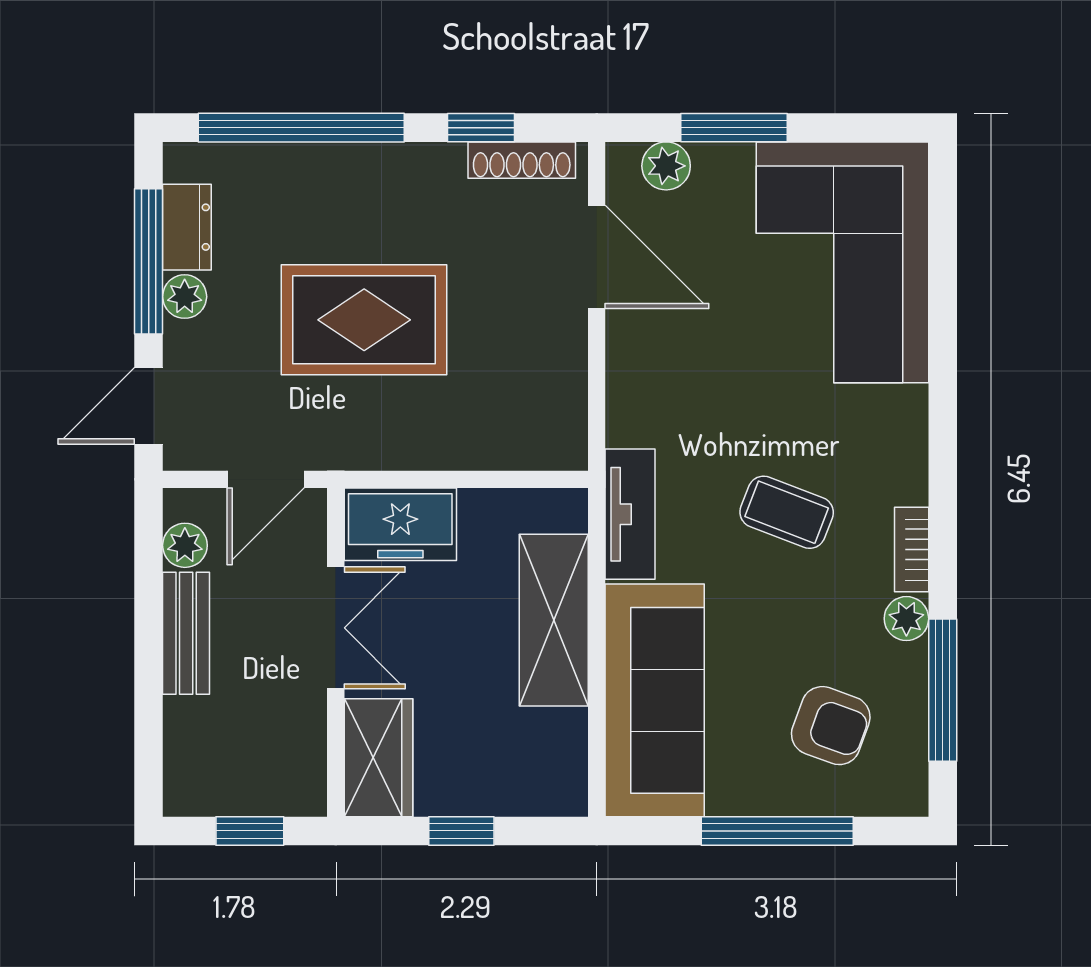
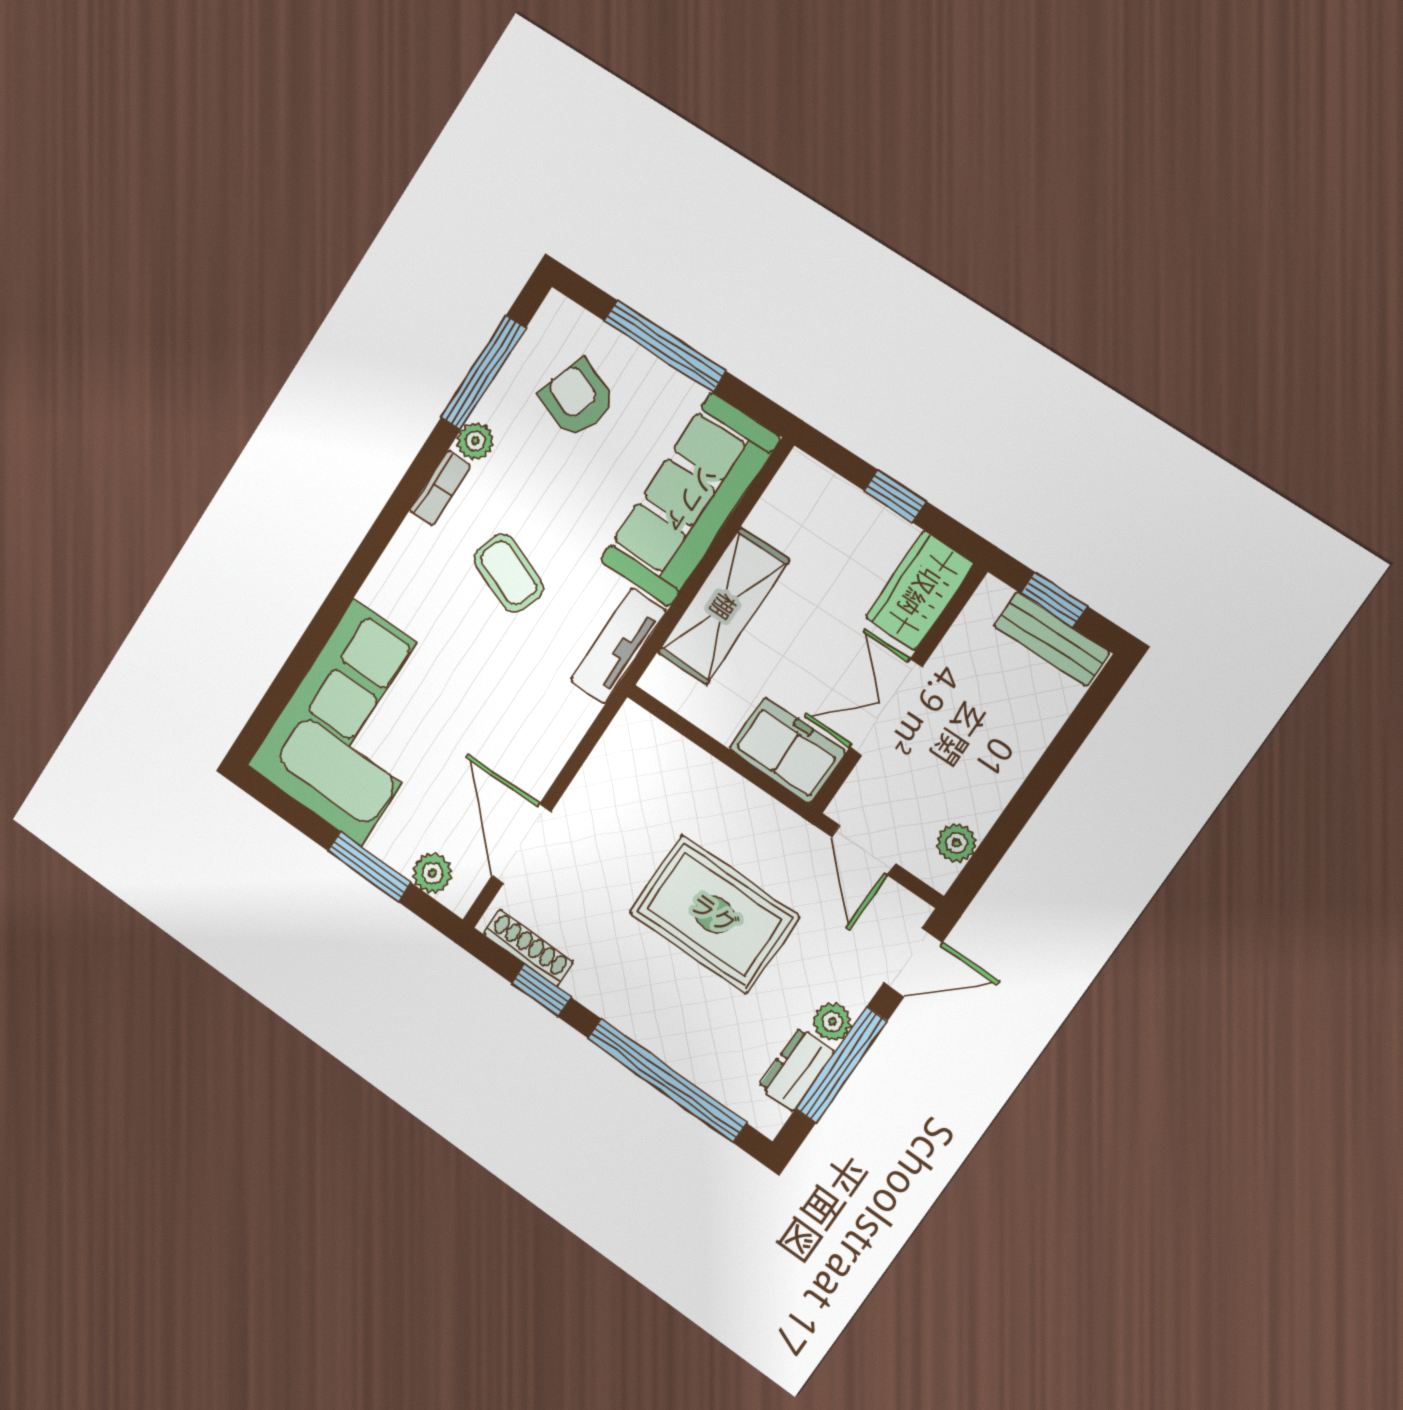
door: (266, 479) -> (864, 850), swing flipped
bench: (186, 633) -> (1052, 639), moved, turned 90

